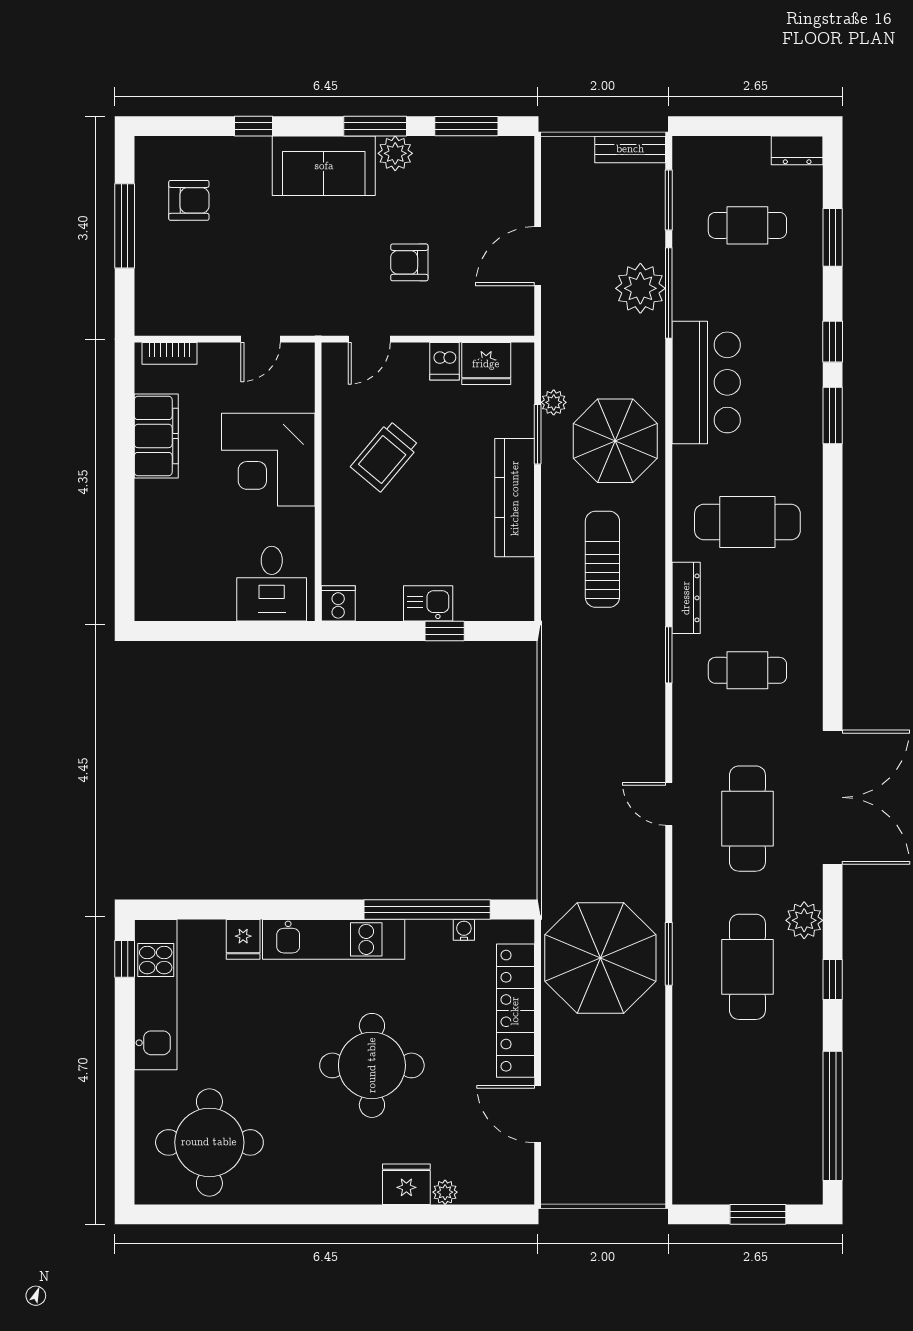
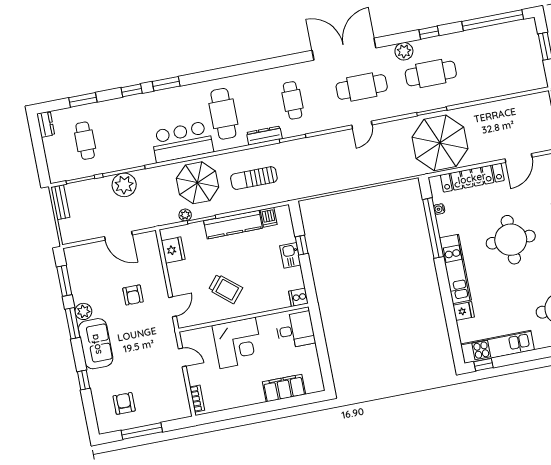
door: (369, 339) -> (172, 307), hinge flipped
dishwasher: (445, 361) -> (269, 217), moved, turned 90
bar counter: (706, 382) -> (182, 142), moved
filing cabinet: (156, 436) -> (284, 388), moved

